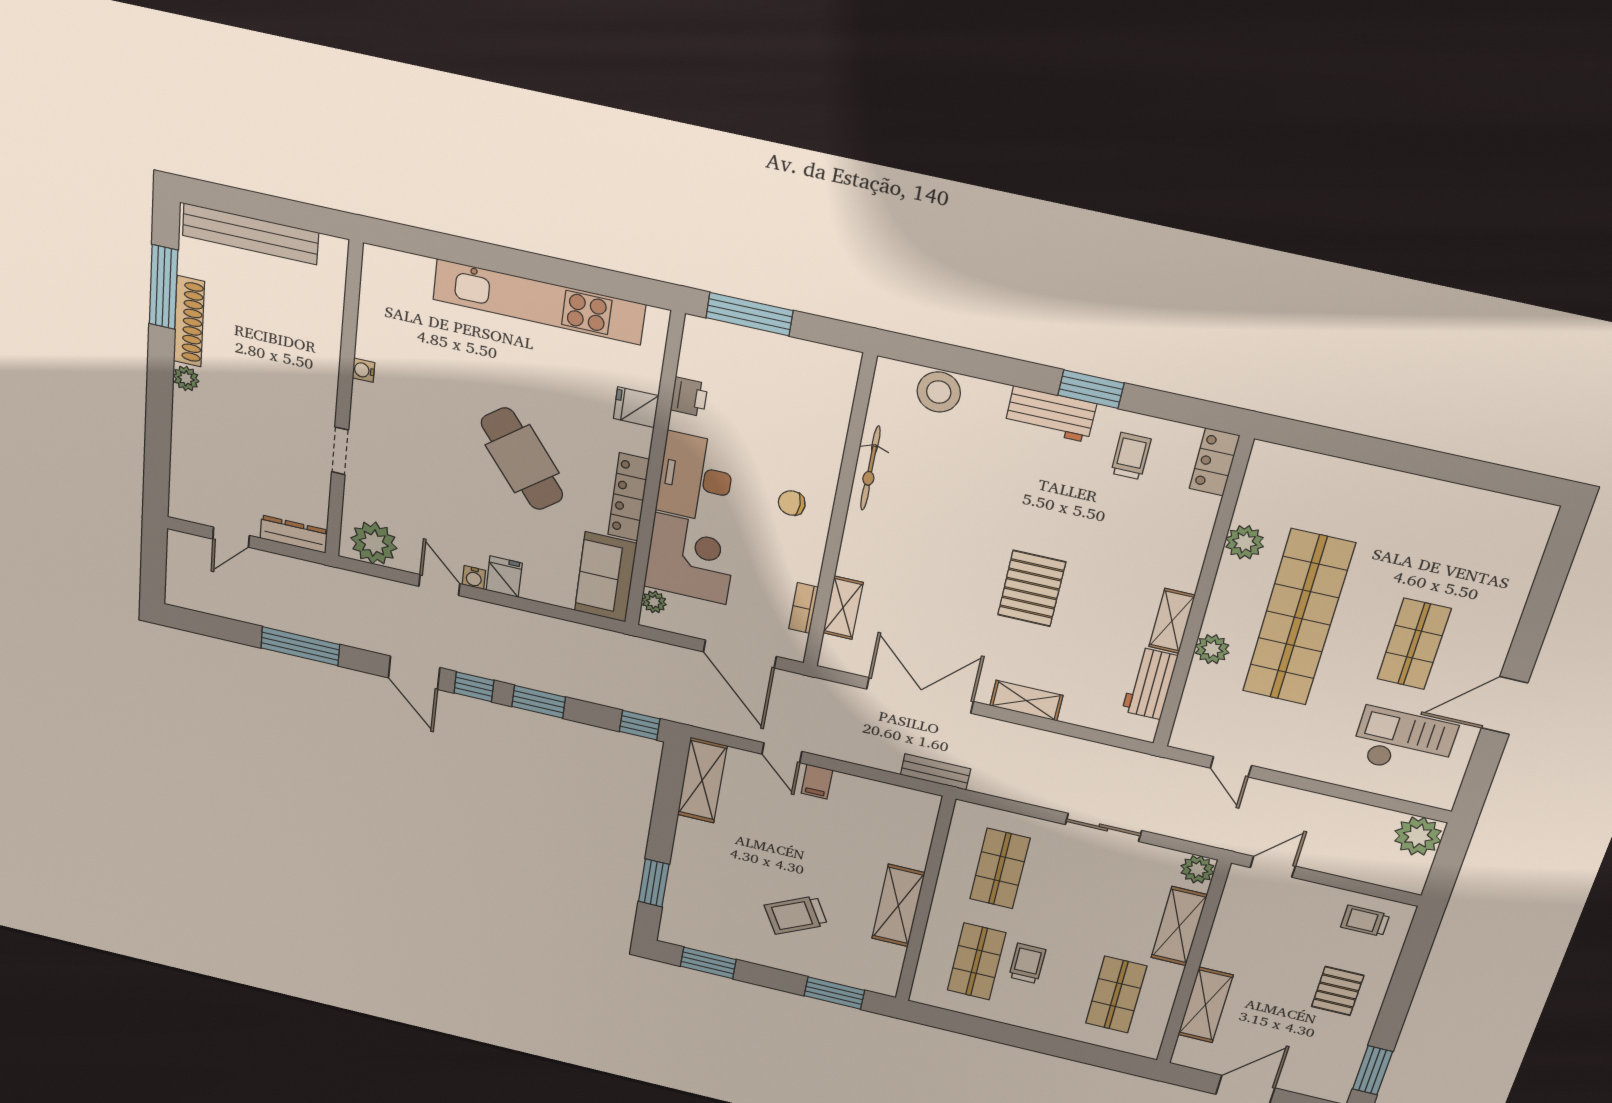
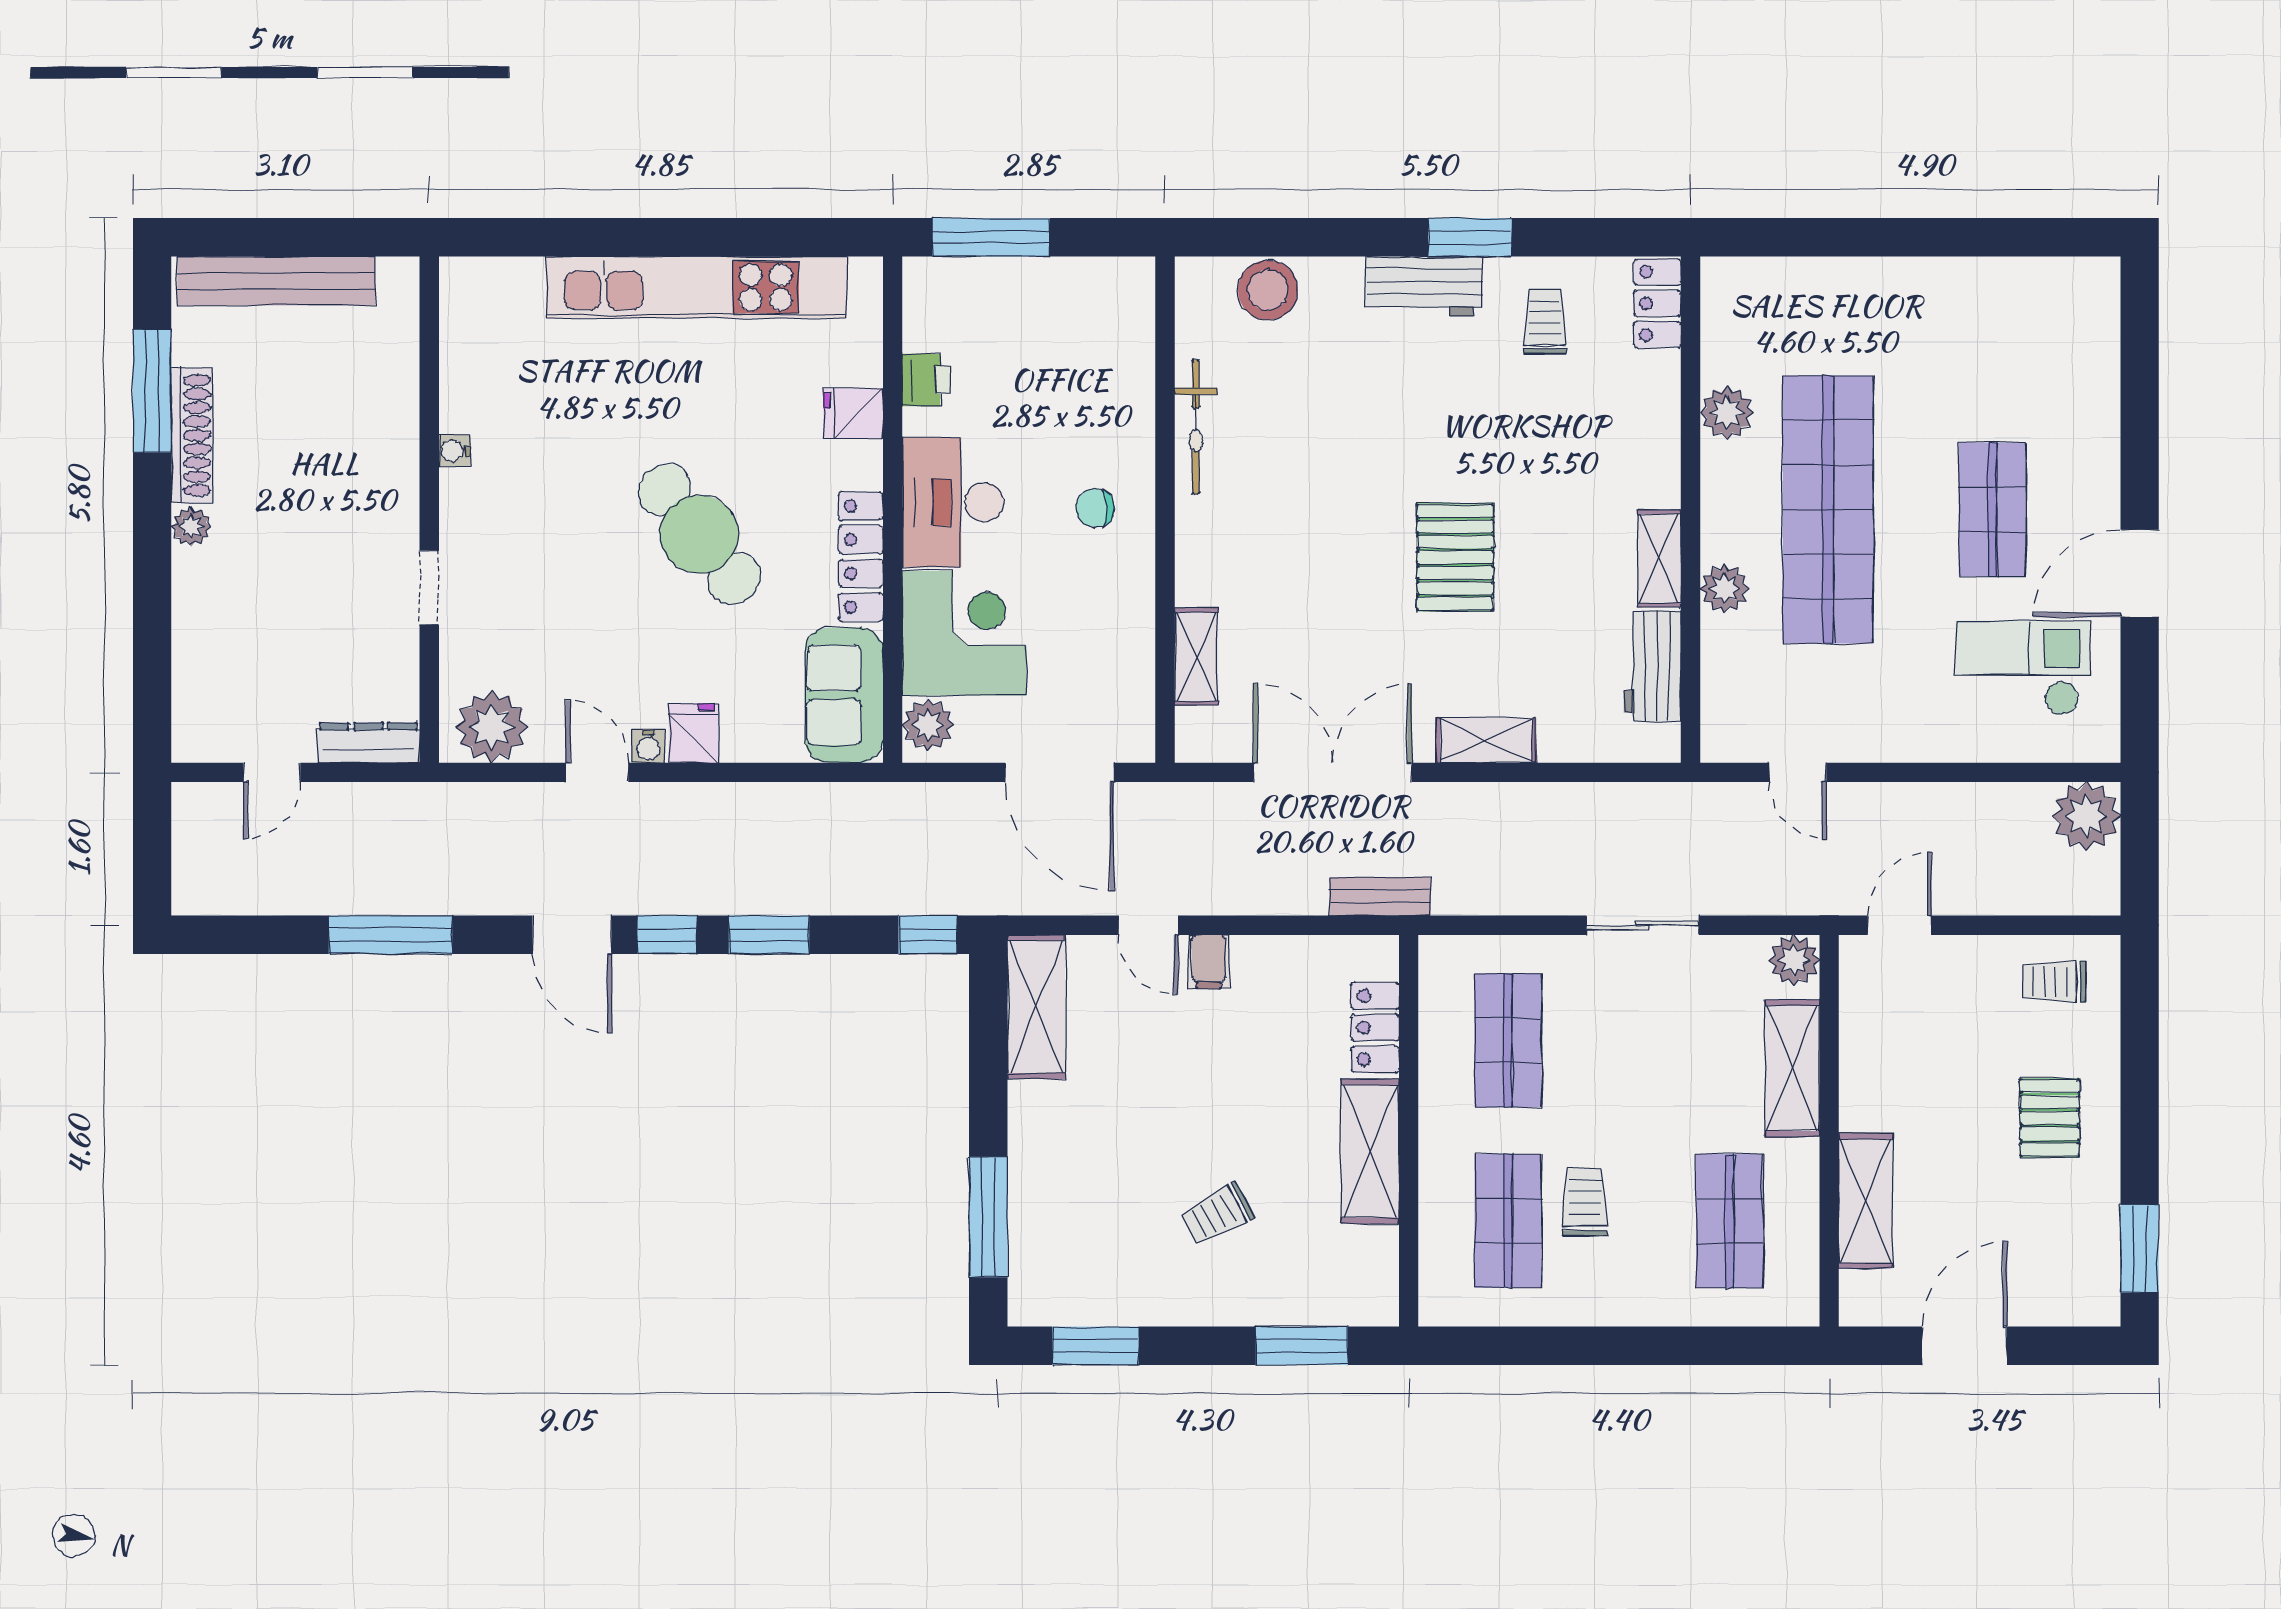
plant: (654, 602) -> (928, 725), width x1.38, depth x1.38
bookcase: (803, 608) -> (1140, 672), removed
locker: (916, 842) -> (1375, 1028), added
window: (654, 883) -> (988, 1217), width x1.44
trolley: (796, 915) -> (1217, 1214), width x0.73, depth x0.72

